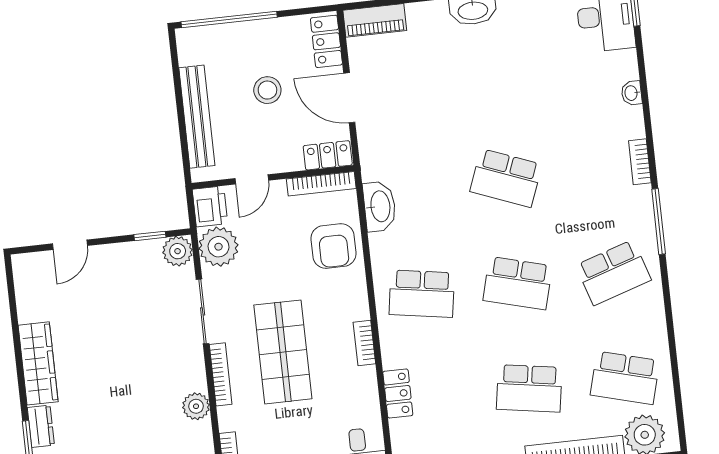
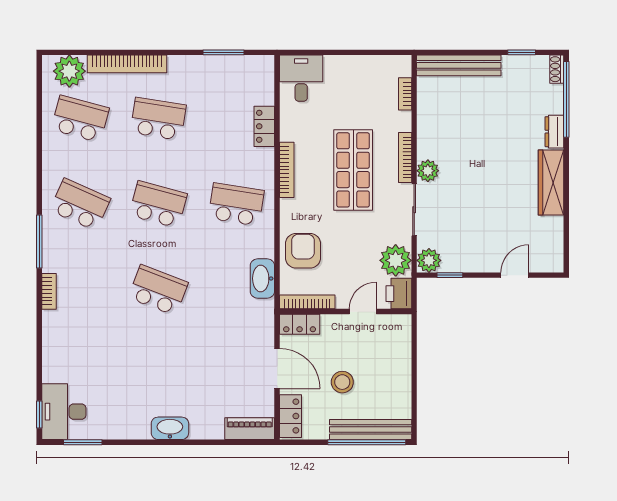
washbasin: (632, 93) -> (49, 347), removed
bench: (197, 117) -> (371, 429), moved, turned 90
school desk: (613, 273) -> (80, 204), turned 42
bookcase: (364, 343) -> (287, 170), width x1.56
plant: (196, 406) -> (428, 171), moved

